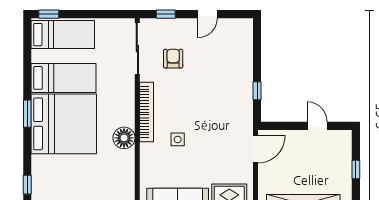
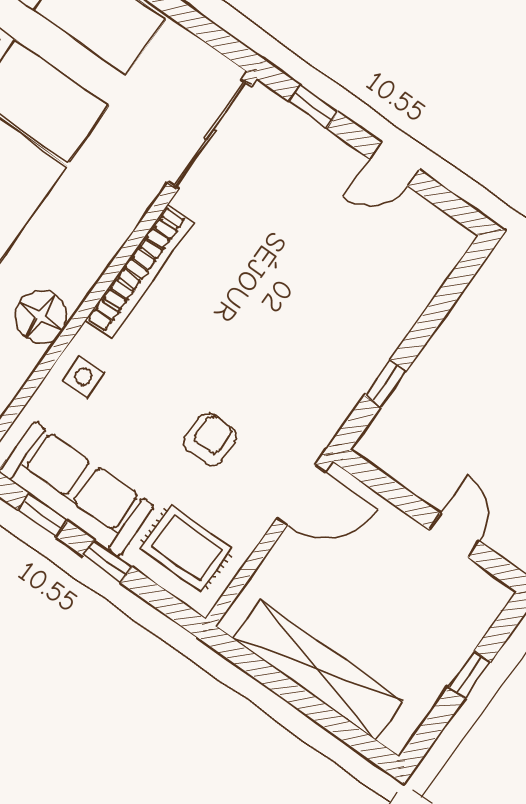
armchair: (173, 59) -> (210, 439), moved
floor lamp: (124, 138) -> (41, 317), moved
side table: (178, 139) -> (83, 377), moved

